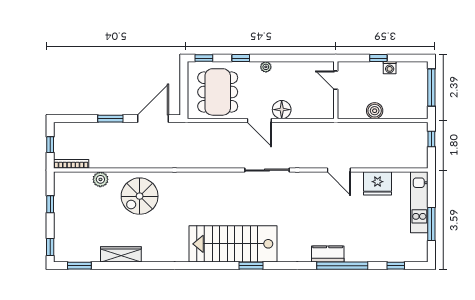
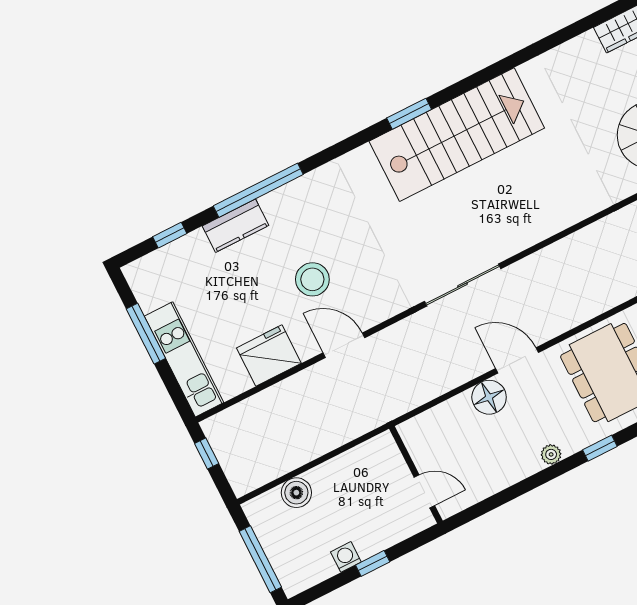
boiler: (375, 111) -> (296, 493), moved
window: (431, 139) -> (207, 453), moved
stool: (338, 209) -> (312, 279), added
kitchen counter: (328, 254) -> (235, 226), moved

